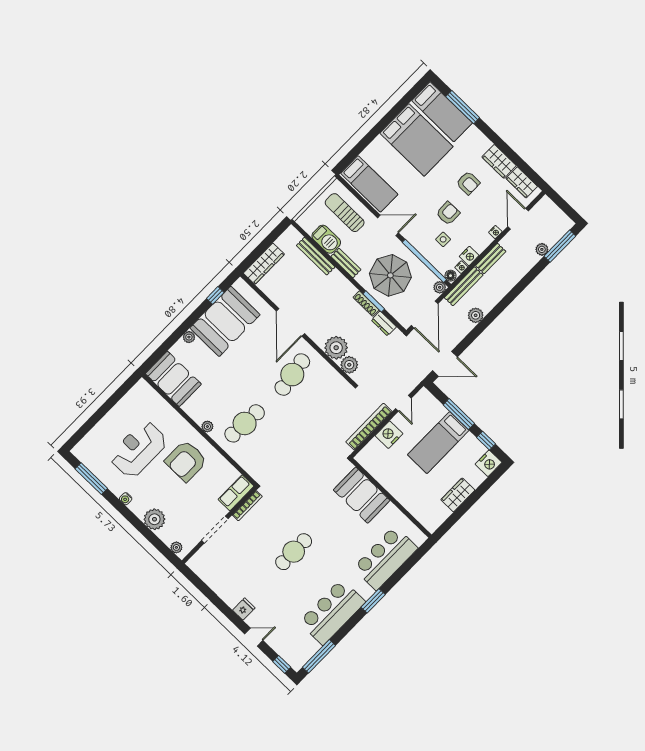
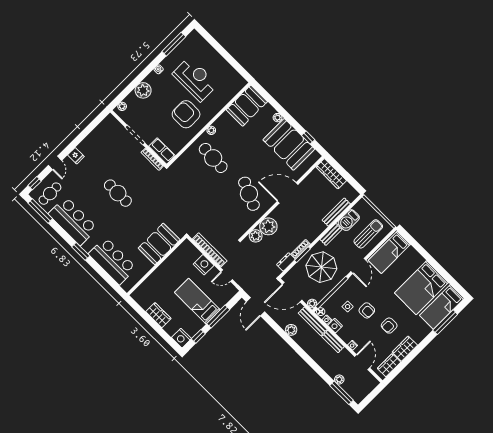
door: (518, 219) -> (362, 362), hinge flipped
cafe table: (292, 375) -> (249, 194), turned 33
cafe table: (295, 643) -> (50, 194), added

